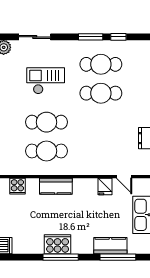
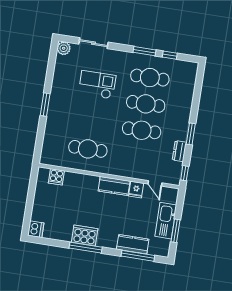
cafe table: (46, 122) -> (142, 130), moved
kitchen counter: (56, 186) -> (114, 186), moved

